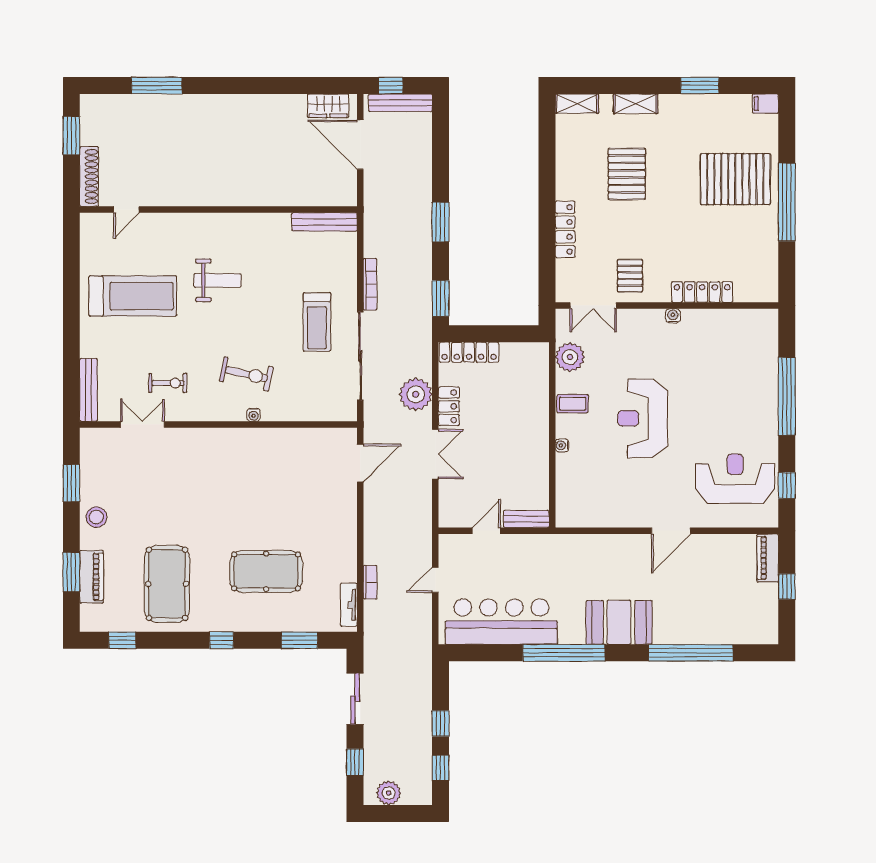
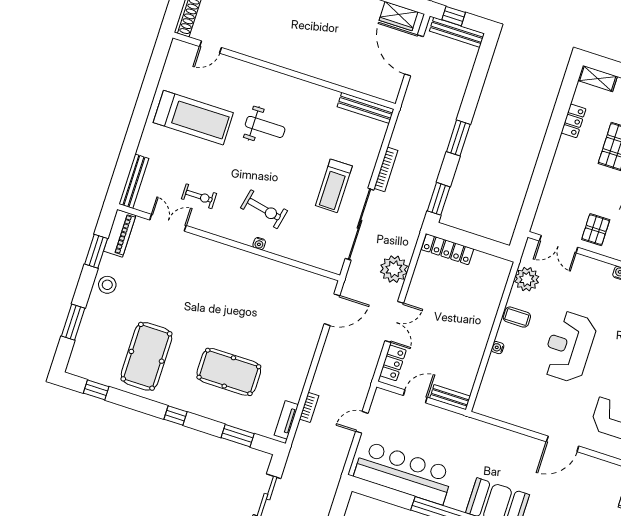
locker: (565, 229) -> (574, 121), moved, width x0.66
locker: (449, 406) -> (393, 363), moved
piano: (92, 577) -> (120, 233), moved

